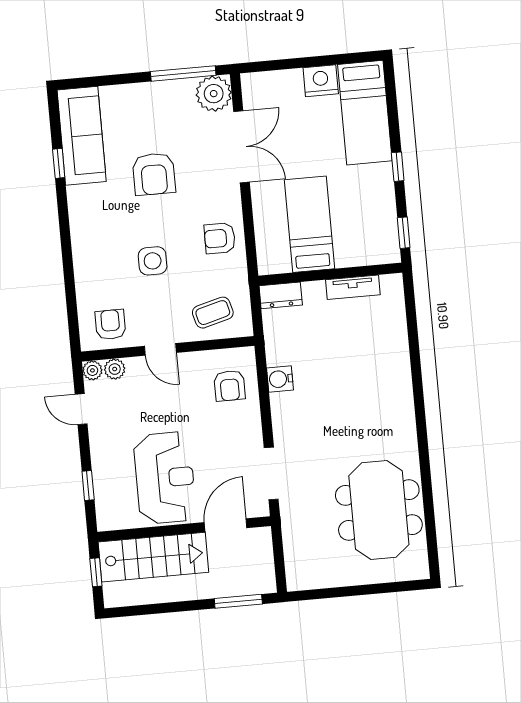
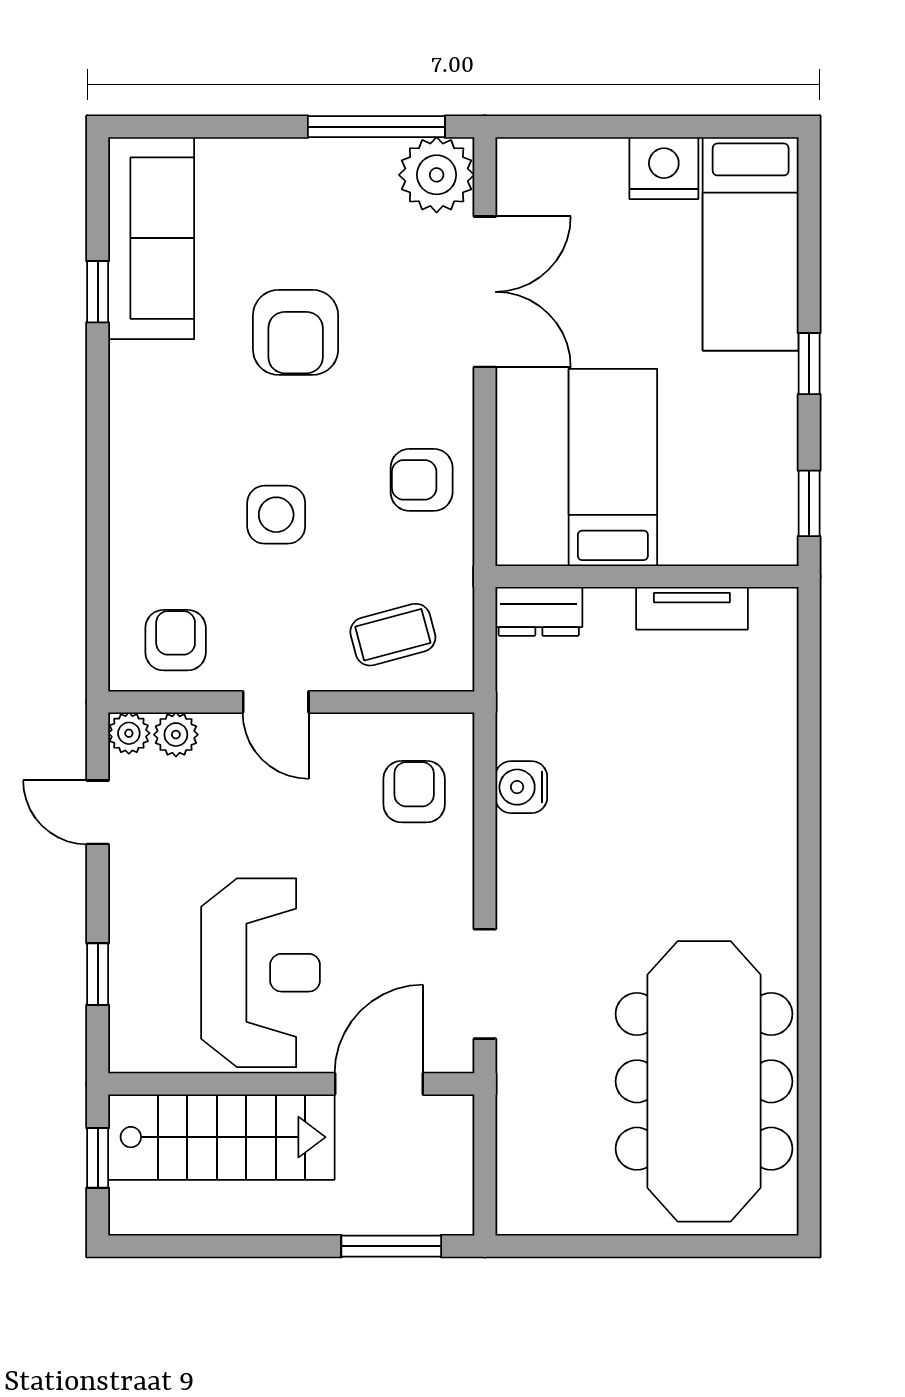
armchair: (230, 386) -> (414, 792), turned 180
meeting table: (379, 510) -> (704, 1081), width x1.36

